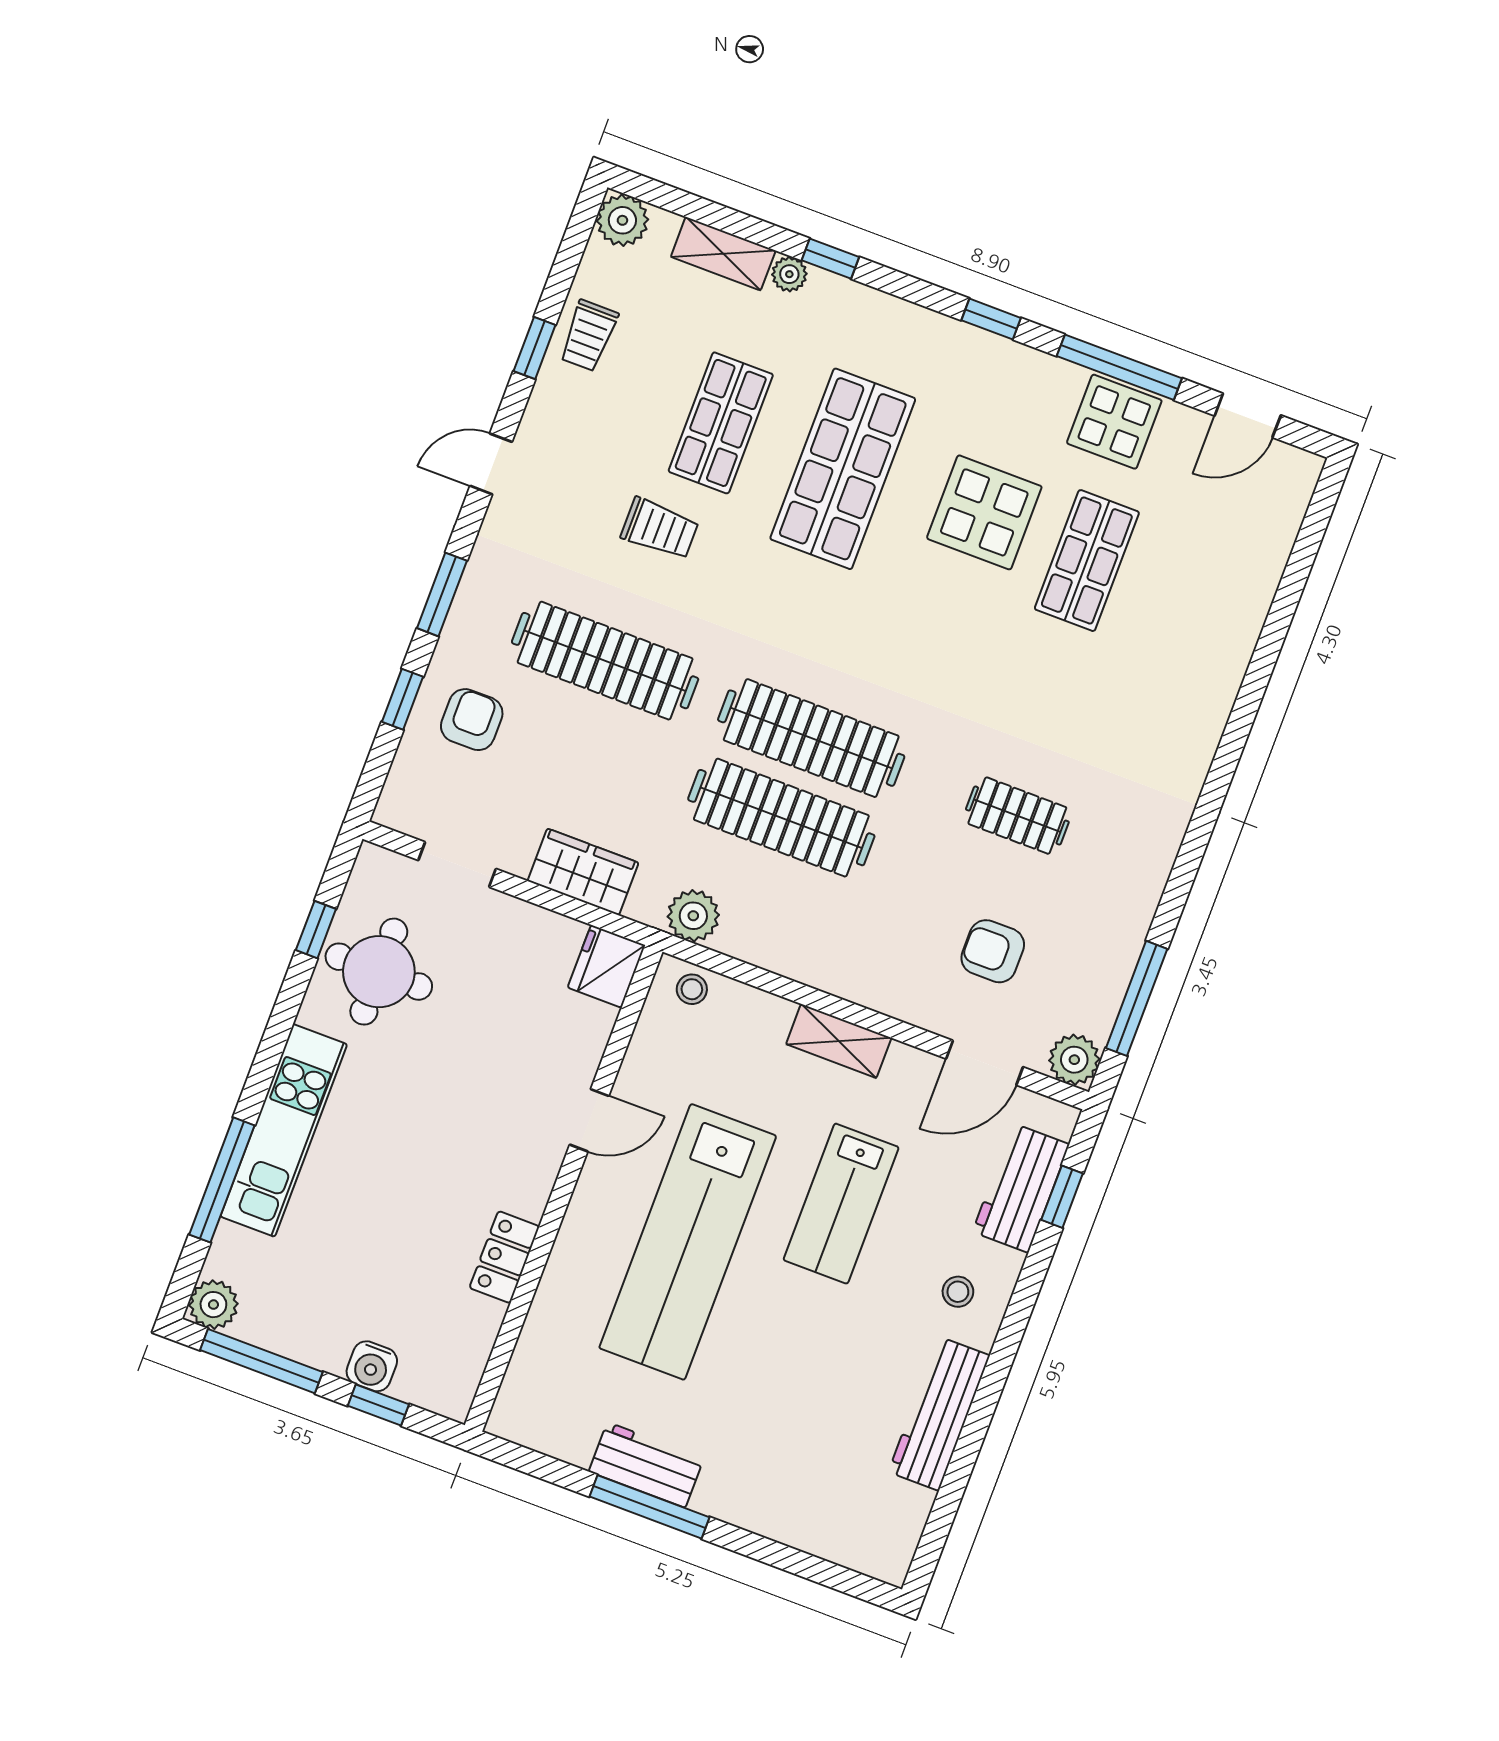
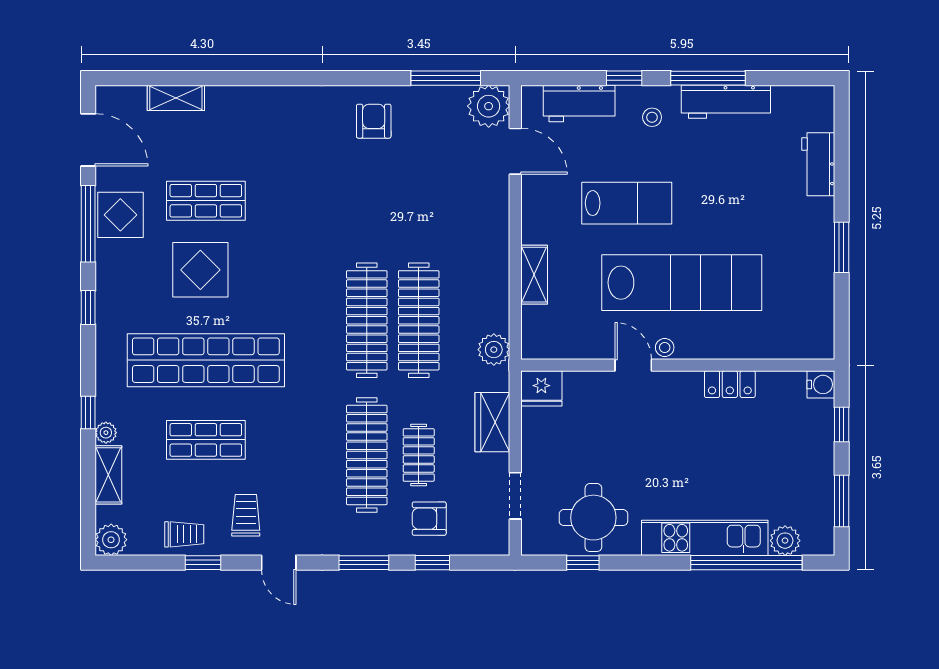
door: (1248, 415) -> (88, 140), width x1.38
shop shelf: (843, 469) -> (206, 360), width x1.40
trolley: (660, 529) -> (246, 515), moved
shelving: (1262, 574) -> (176, 98), added
clothes rail: (1017, 816) -> (419, 455), moved
armchair: (993, 951) -> (374, 121), moved, turned 180
stool: (692, 989) -> (665, 347), moved
shelving: (839, 1041) -> (534, 275), moved
plant: (1074, 1060) -> (489, 106), width x1.36, depth x1.36
window: (222, 1180) -> (746, 563), width x1.46
window: (1062, 1197) -> (624, 78), moved
plant: (213, 1305) -> (785, 541), moved
window: (261, 1361) -> (842, 501), width x0.69
water cooler: (372, 1366) -> (821, 384), moved
window: (986, 1400) -> (708, 78), added
workbench: (646, 1465) -> (818, 164), moved
window: (649, 1507) -> (842, 247), width x0.69

